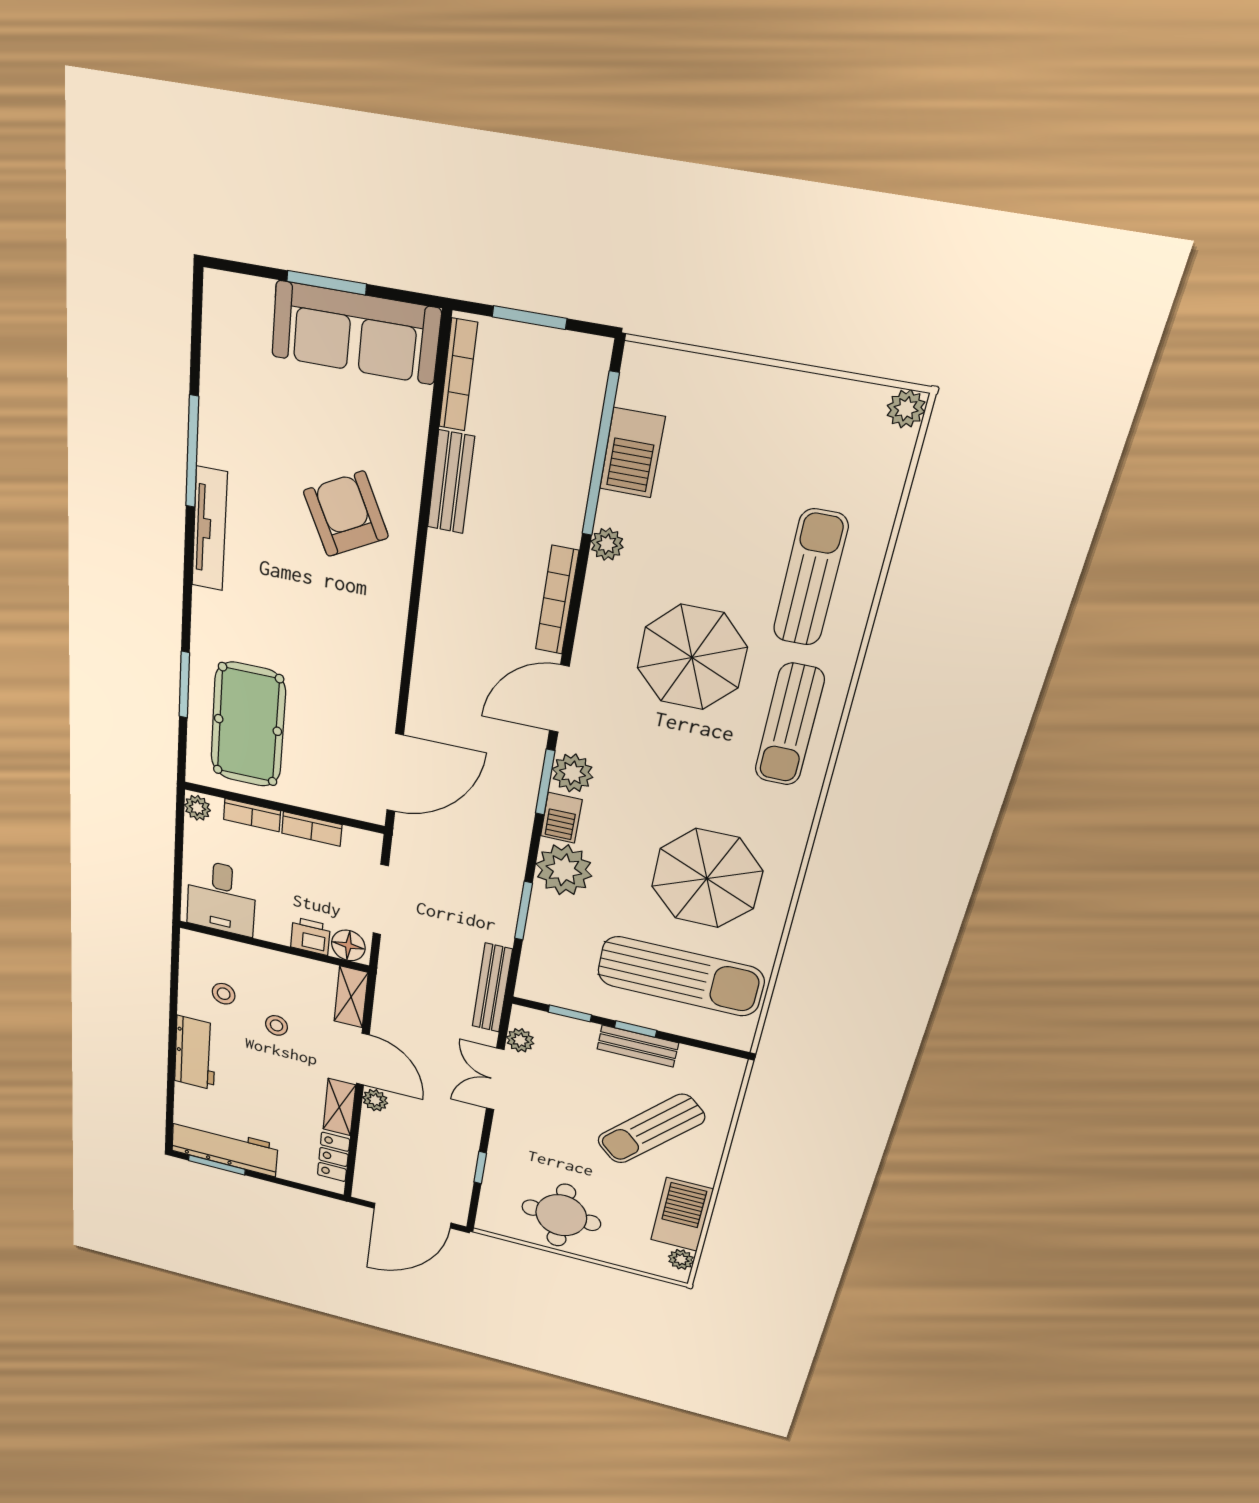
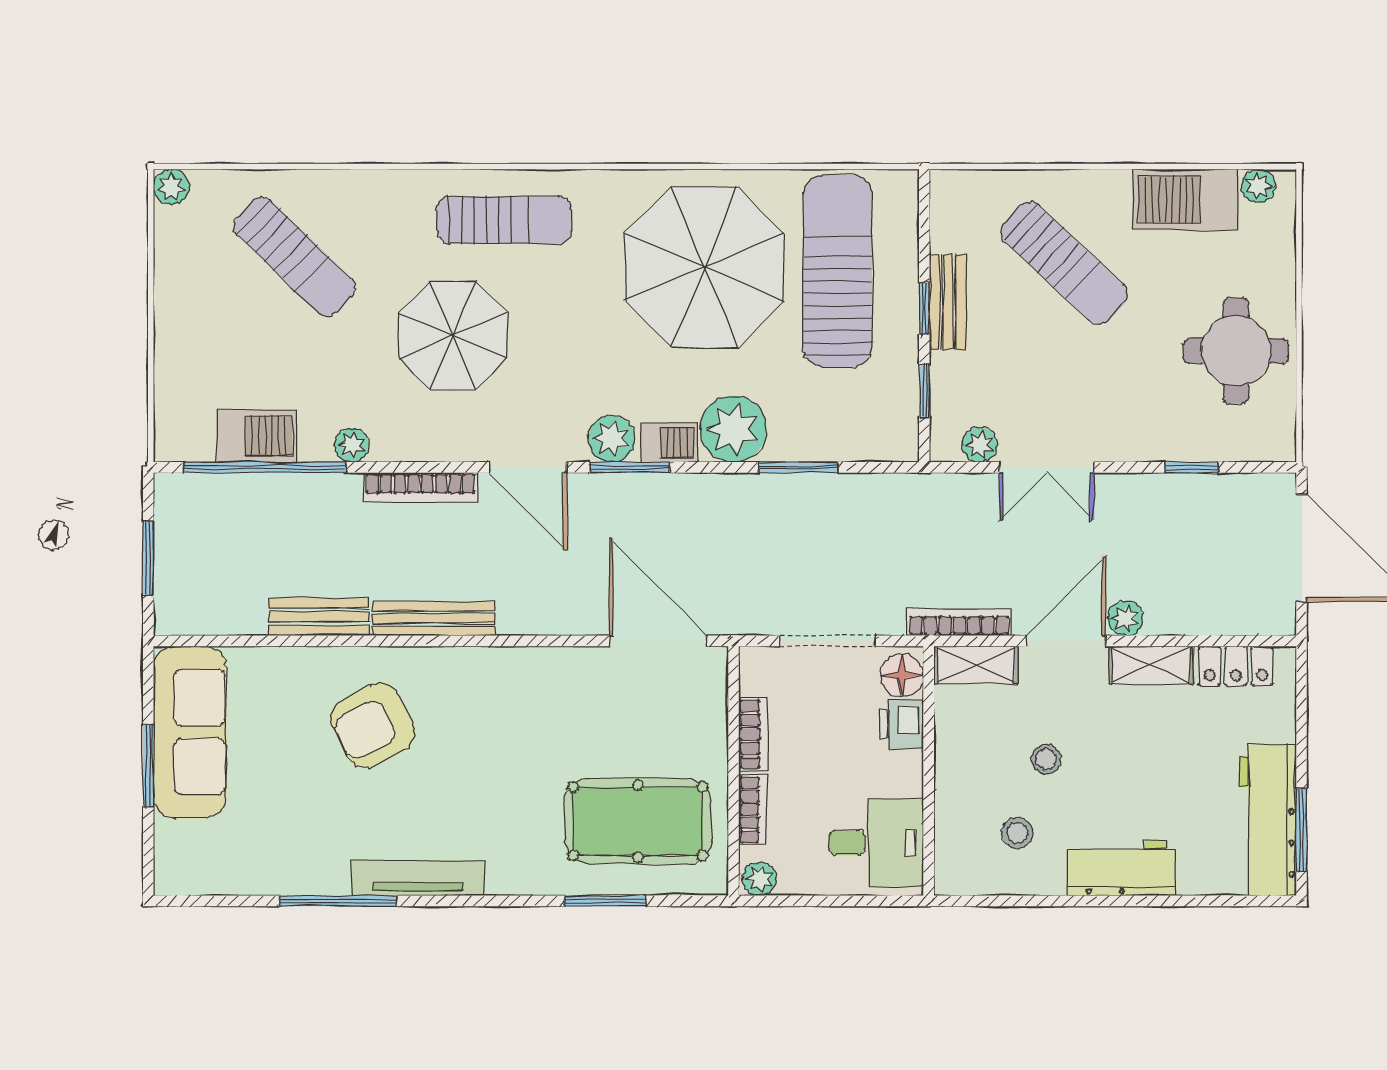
bookcase: (458, 375) -> (959, 622), moved
sun lounger: (810, 578) -> (294, 257), moved, turned -136
parasol: (707, 879) -> (704, 267), width x1.36, depth x1.36
bench: (492, 988) -> (434, 619), moved

